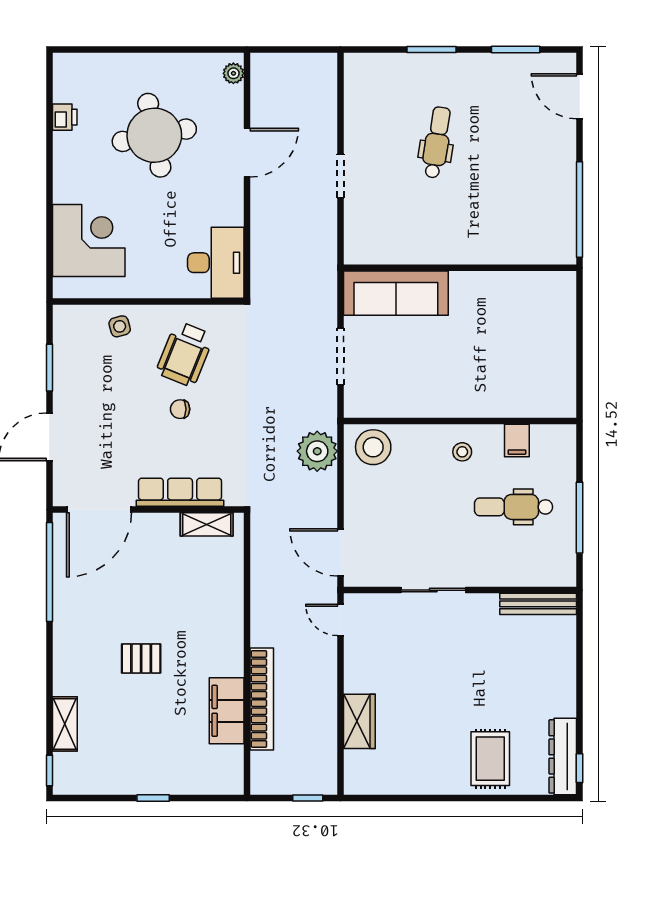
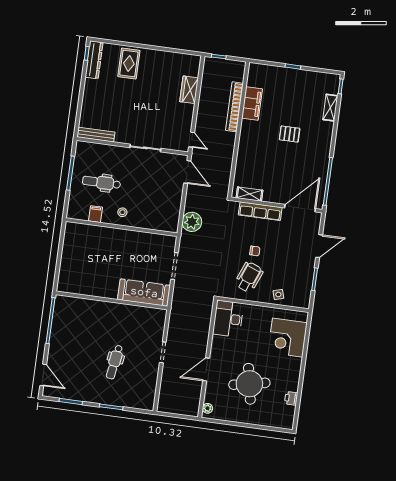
stool: (373, 447) -> (165, 220), removed
dental chair: (514, 507) -> (101, 183), turned 180

